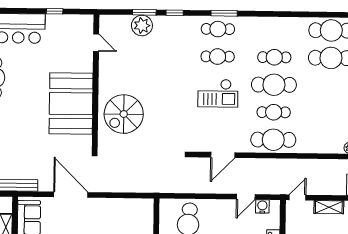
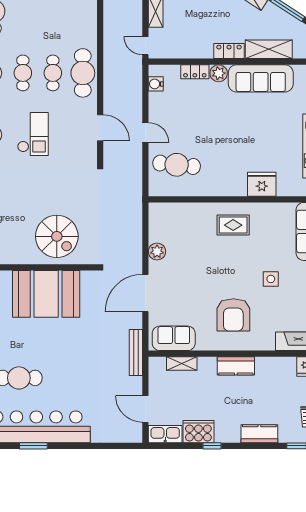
cafe table: (274, 85) -> (23, 73), width x0.73, depth x0.74
door: (246, 197) -> (145, 133), moved
plant: (109, 206) -> (157, 251), added

